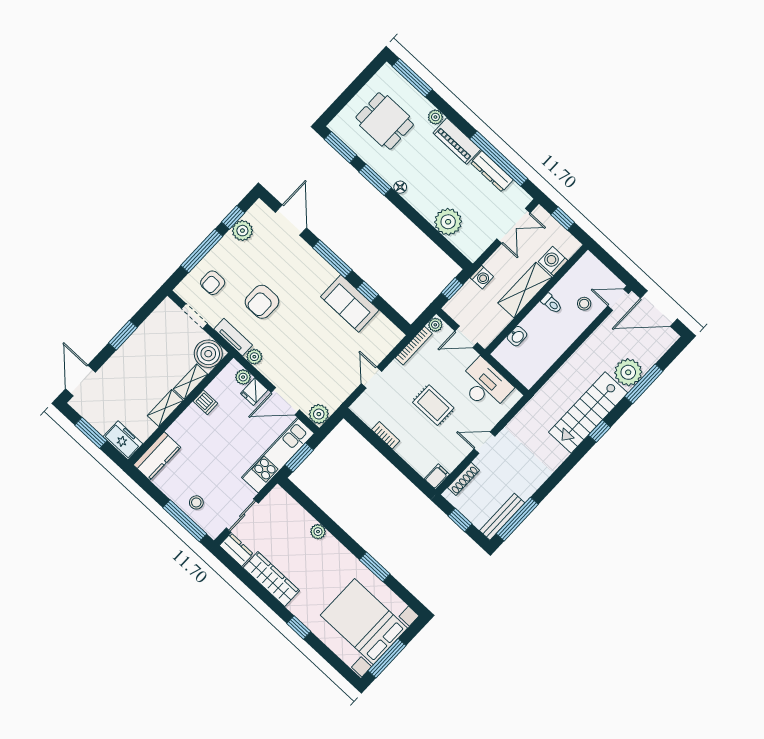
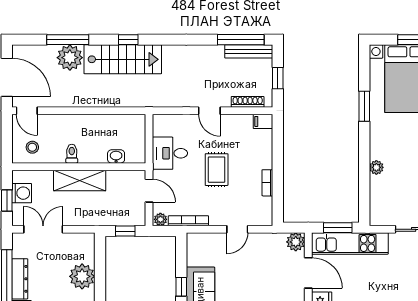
washing machine: (553, 261) -> (22, 193), moved, turned -90
washing machine: (482, 277) -> (98, 218), removed
stool: (584, 304) -> (32, 147), moved
desk: (485, 385) -> (170, 153), width x0.73

